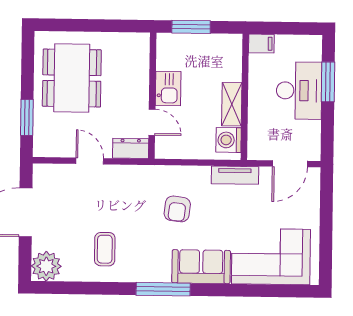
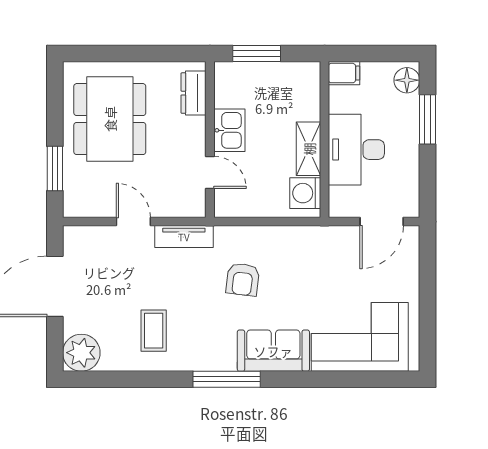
floor lamp: (312, 50) -> (407, 80), added
desk: (299, 91) -> (356, 150), moved, turned 180
dresser: (131, 148) -> (194, 93), moved, turned -90
tv unit: (235, 175) -> (184, 237), moved

